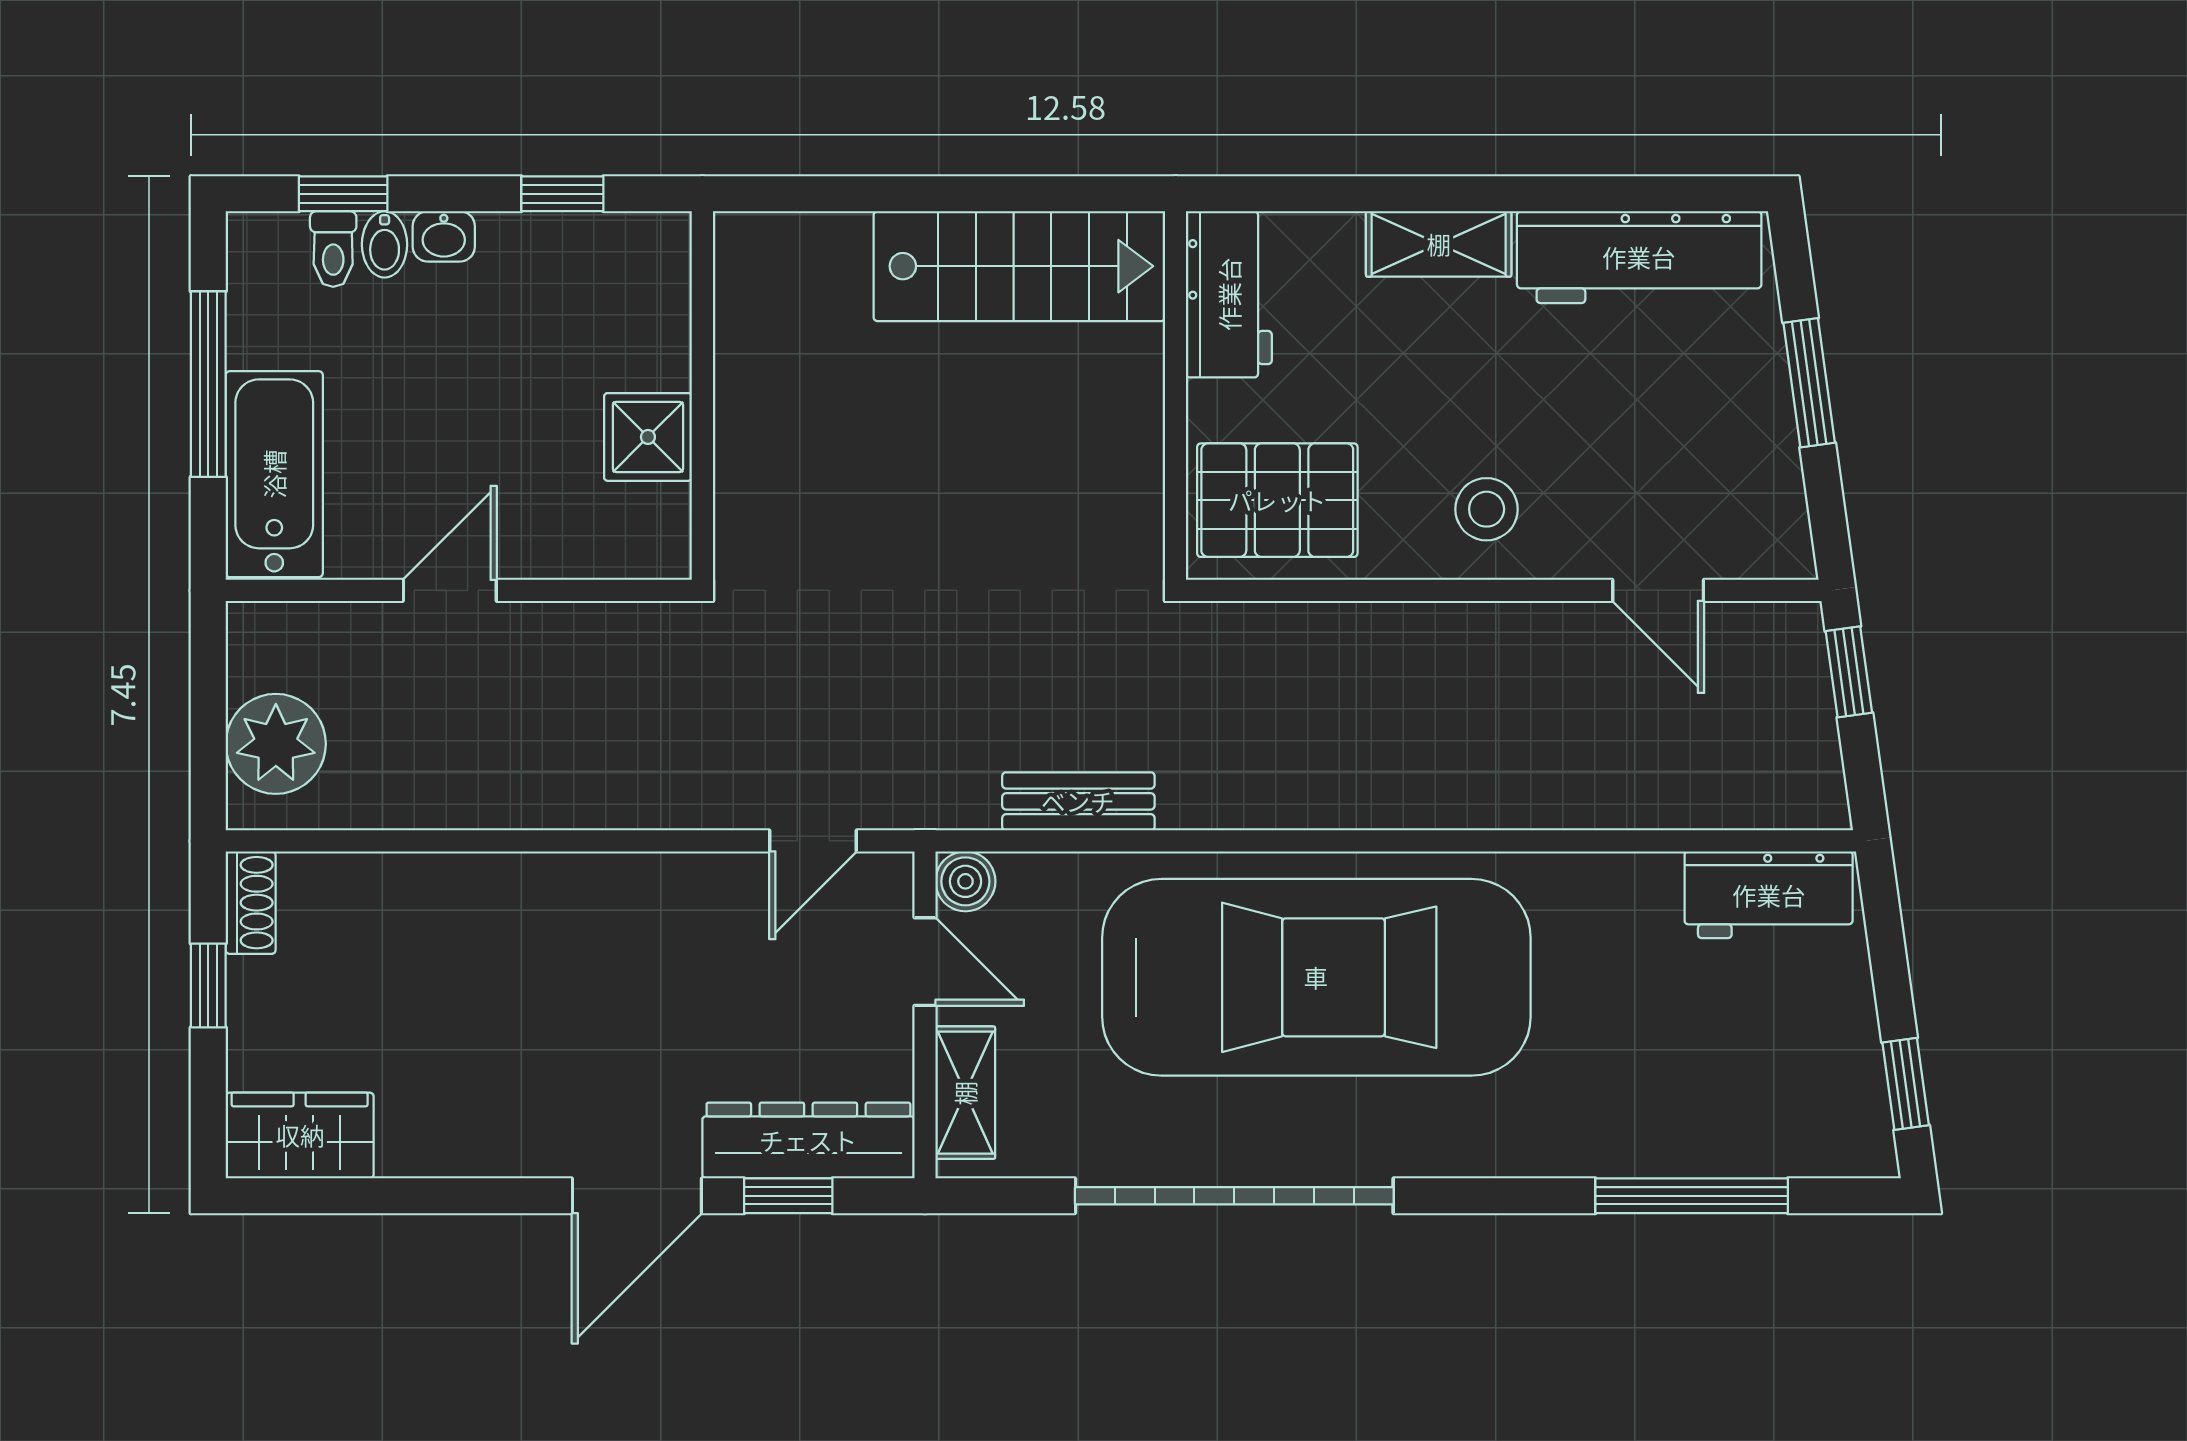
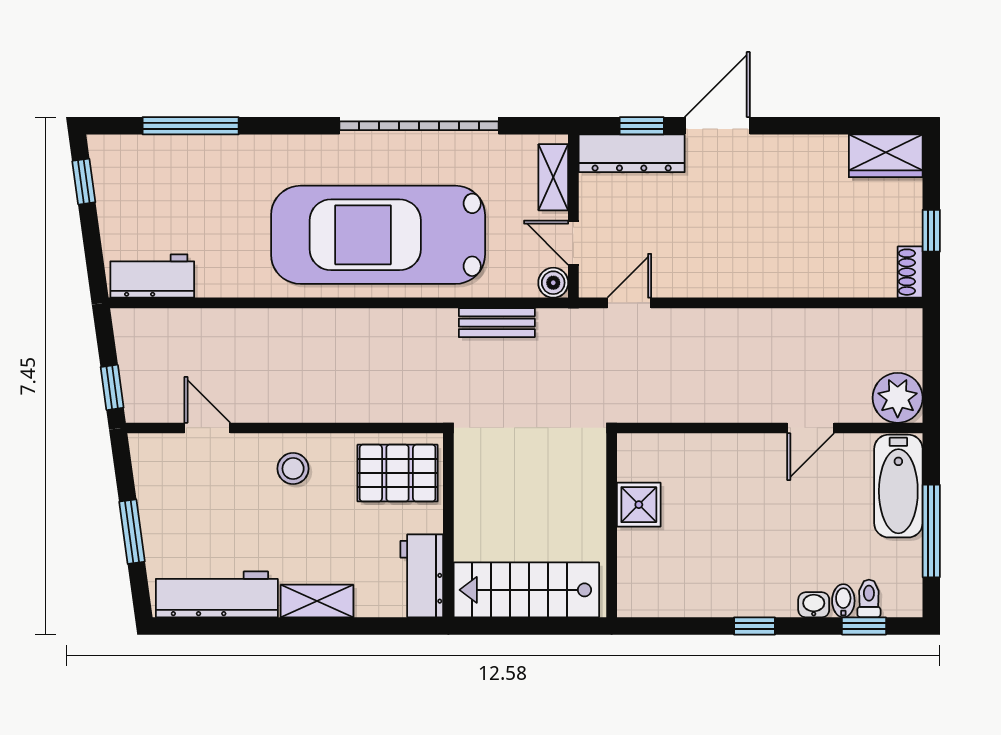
wall: (702, 396) -> (612, 525), moved
shower: (648, 437) -> (639, 505), moved
plant: (276, 744) -> (898, 398), moved

